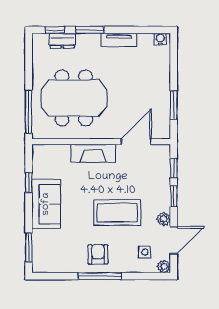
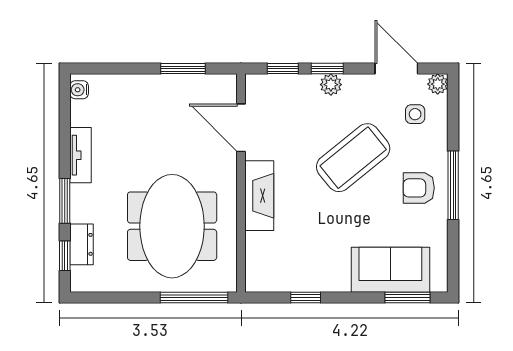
sofa: (46, 204) -> (390, 270), moved
coffee table: (117, 213) -> (353, 158), turned 51
plant: (164, 219) -> (331, 85), moved

